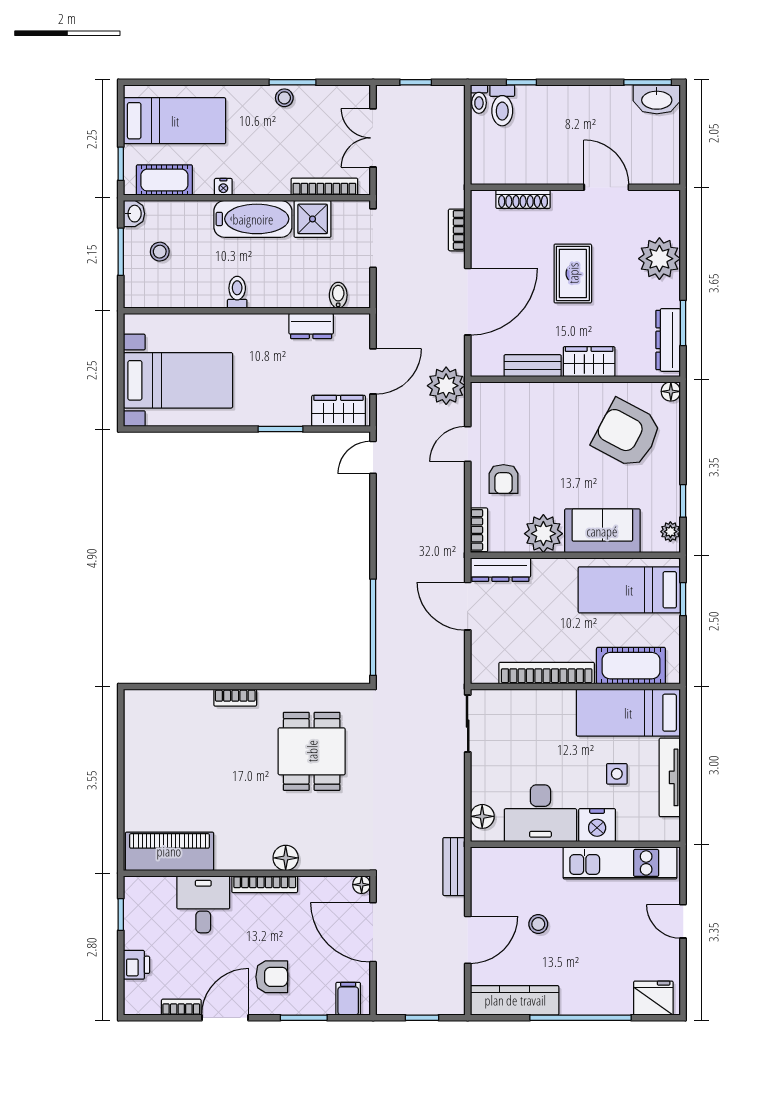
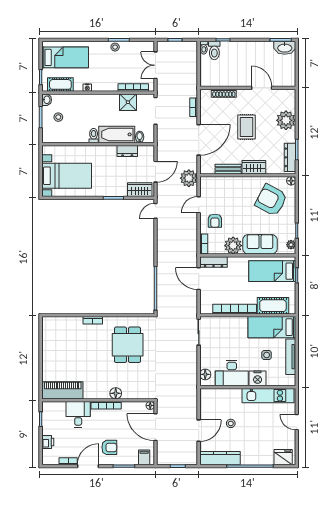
bathtub: (253, 219) -> (117, 134), moved, turned 180
bench: (454, 867) -> (192, 397), removed

